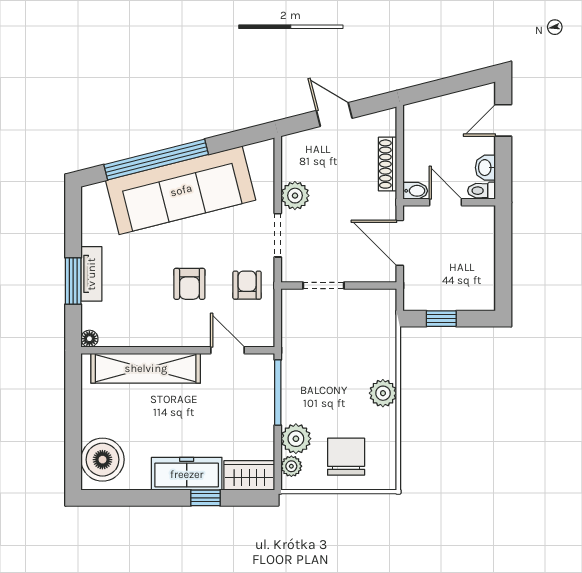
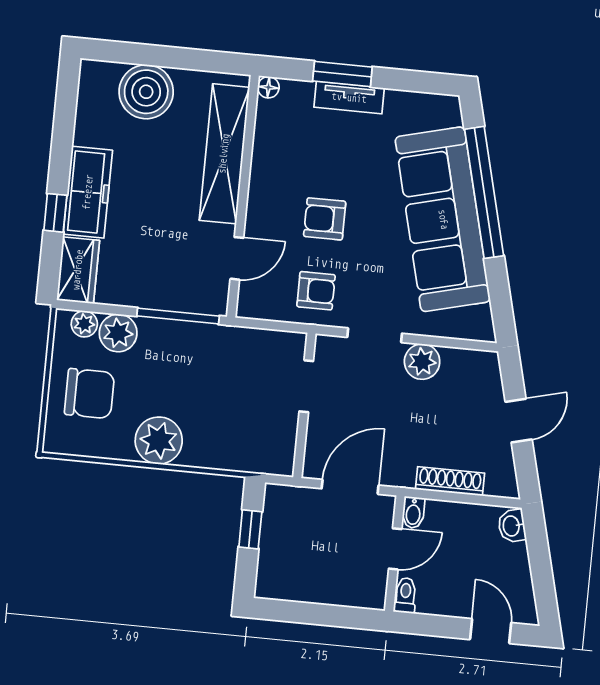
washbasin: (485, 168) -> (512, 526), moved, turned -104
plant: (383, 393) -> (159, 441), width x1.36, depth x1.36
boiler: (102, 460) -> (146, 92), moved

